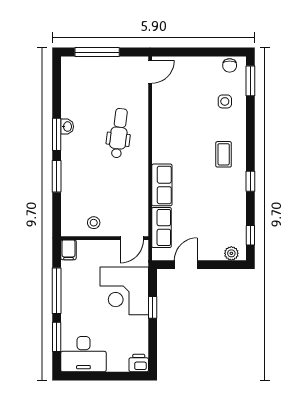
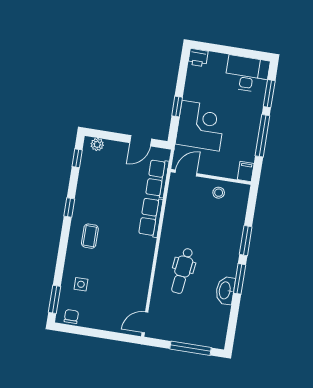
washbasin: (67, 127) -> (225, 290), width x1.91, depth x1.45

